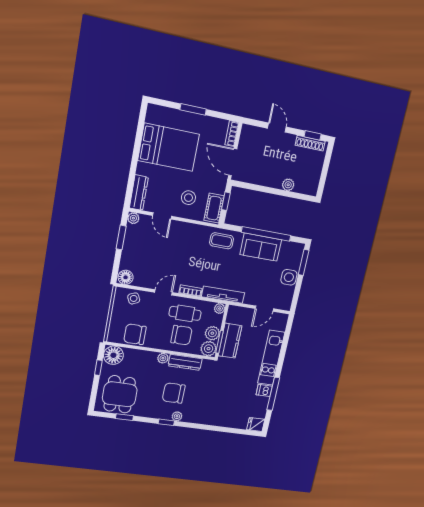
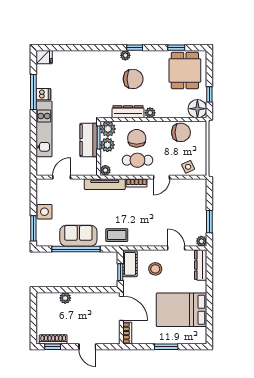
floor lamp: (126, 277) -> (199, 186), removed
chair: (181, 335) -> (137, 138), turned 90

